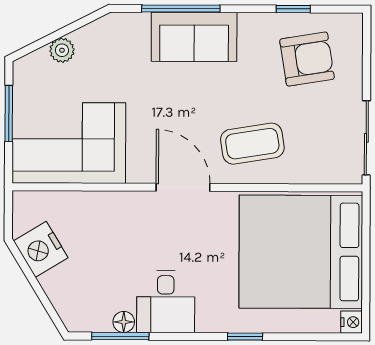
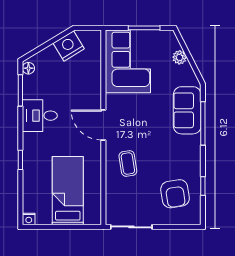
sofa: (194, 37) -> (187, 110), moved
coffee table: (252, 144) -> (128, 164), width x0.73, depth x0.77
door: (183, 187) -> (103, 125), swing flipped
bed: (301, 252) -> (68, 191), width x0.49
floor lamp: (124, 322) -> (28, 68), moved

